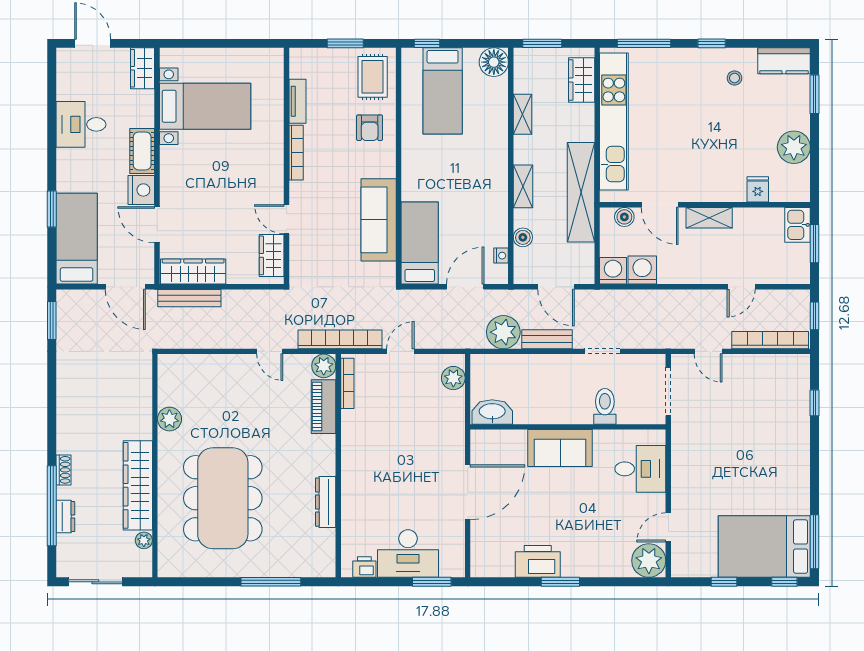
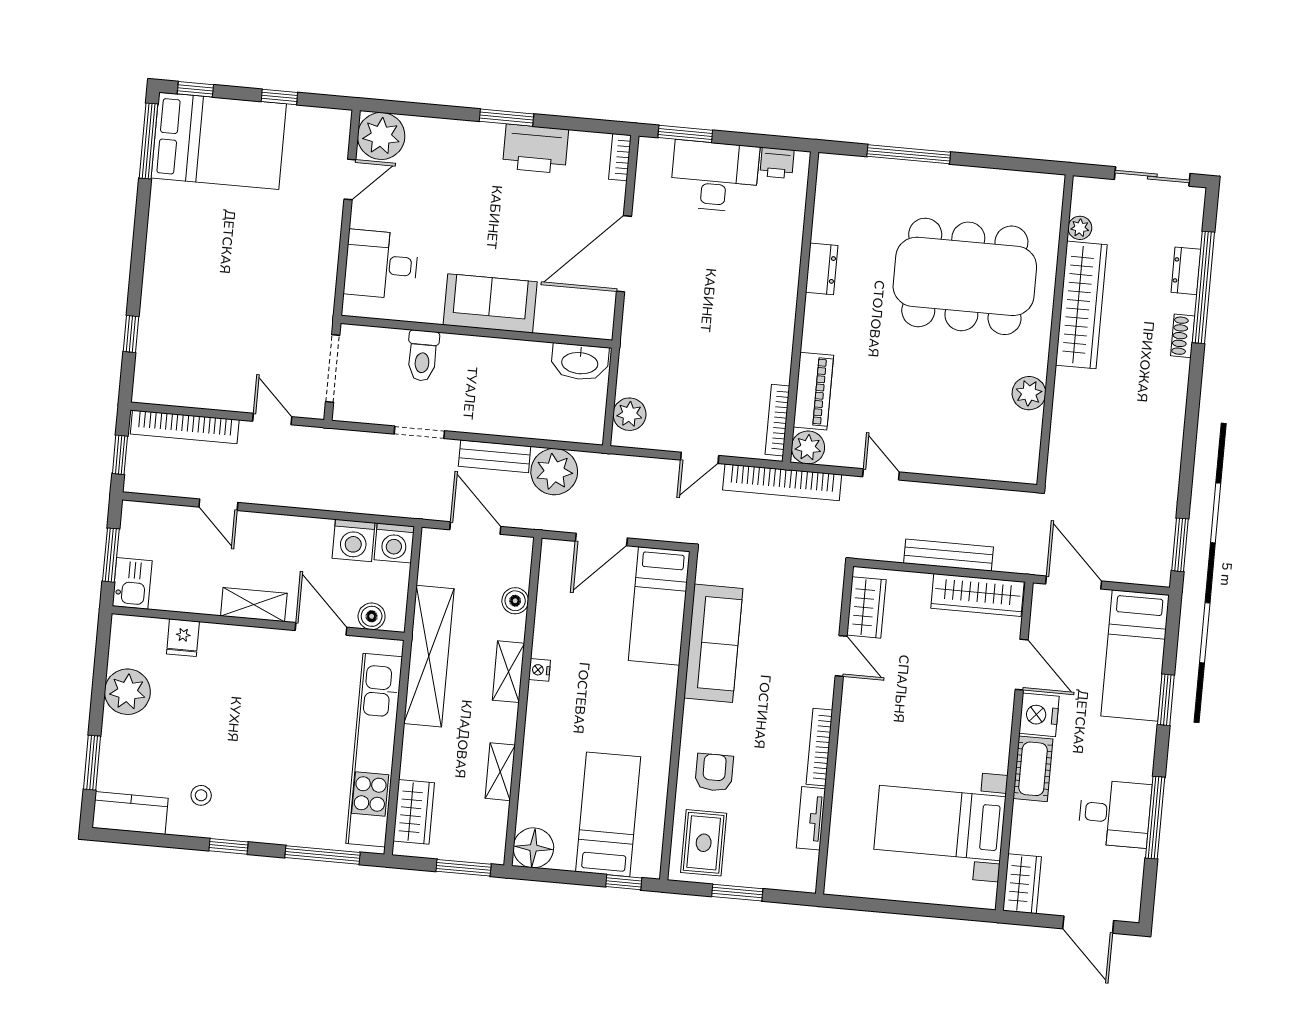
window: (52, 124) -> (1155, 818), added
nightstand: (501, 256) -> (539, 670), moved
door: (741, 287) -> (218, 505), swing flipped
bench: (189, 298) -> (949, 555), moved
dining table: (223, 498) -> (965, 276), turned 90
dresser: (326, 502) -> (822, 269), width x0.70
bookcase: (477, 561) -> (620, 157), added

